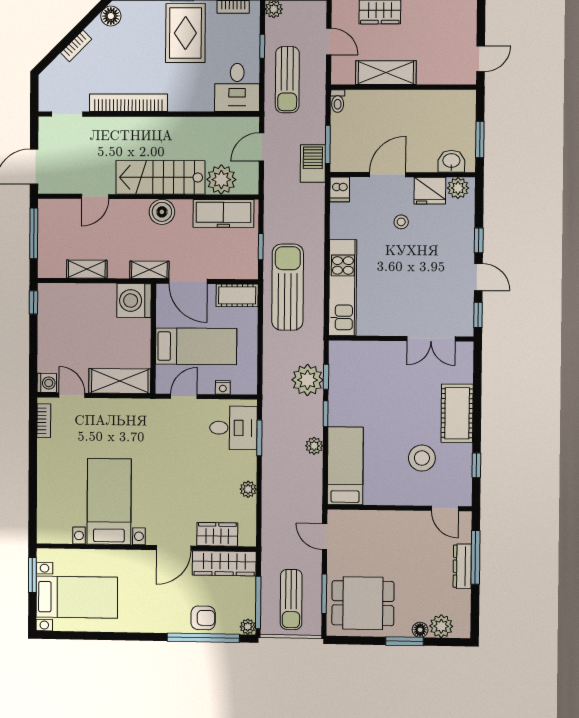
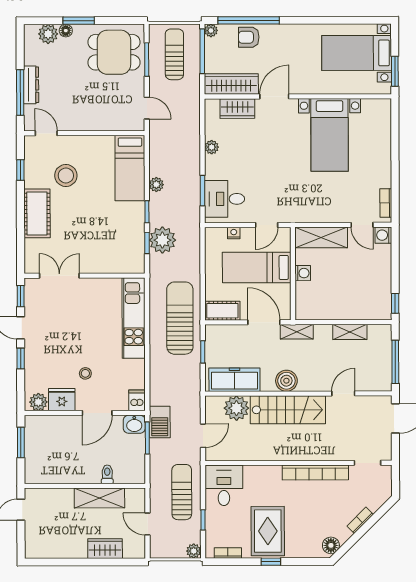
toilet: (338, 101) -> (107, 474), moved
washbasin: (451, 161) -> (134, 424), moved
sun lounger: (288, 287) -> (180, 318), turned 180
washing machine: (134, 301) -> (303, 273), moved, width x0.53, depth x0.53

